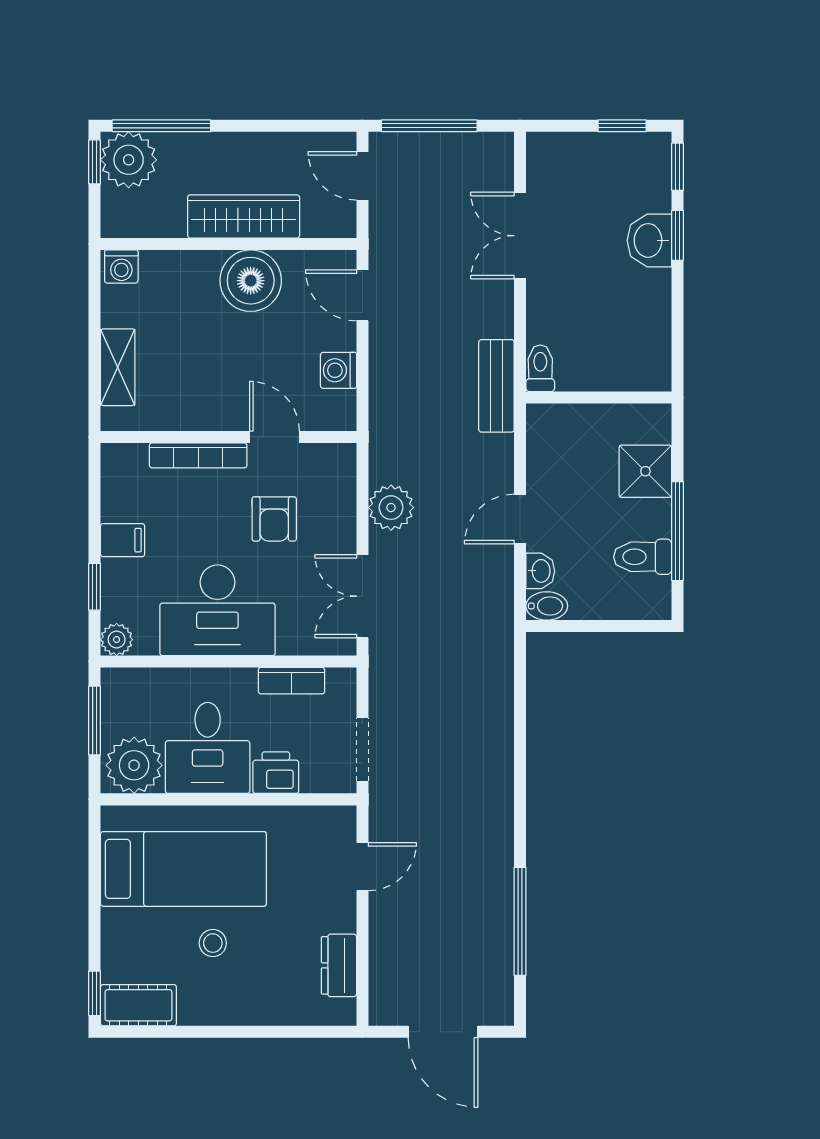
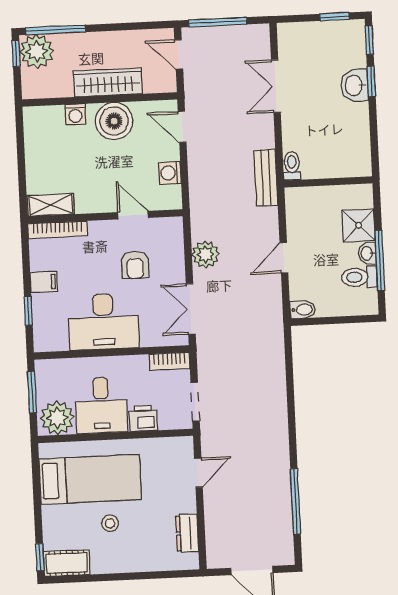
washing machine: (121, 267) -> (75, 114), moved
shelving: (118, 367) -> (51, 205), moved, turned 90
bookcase: (198, 455) -> (58, 230), moved
washbasin: (540, 571) -> (367, 253), moved, turned 180
plant: (117, 640) -> (43, 342), removed
bookcase: (291, 681) -> (169, 361), moved

